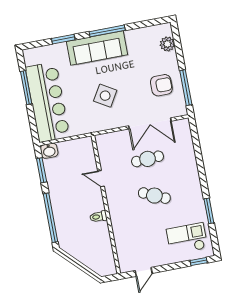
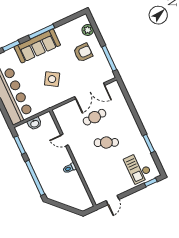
armchair: (161, 85) -> (83, 53), moved
washbasin: (49, 151) -> (35, 123), moved
checkout: (187, 239) -> (138, 168), turned -90

